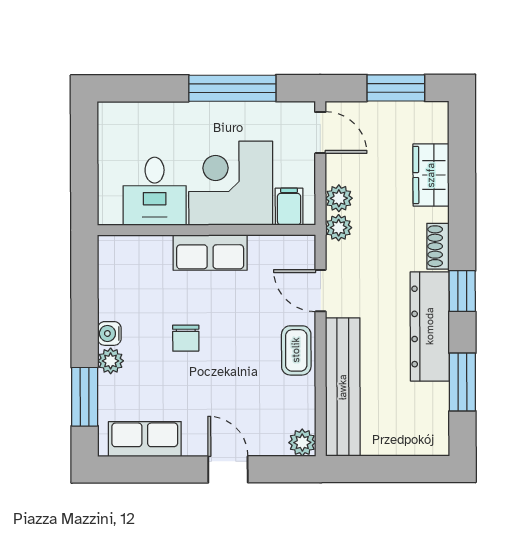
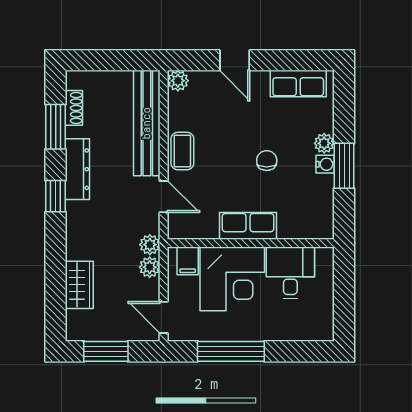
shoe rack: (438, 246) -> (74, 108), moved
dresser: (430, 326) -> (77, 169), width x0.73, depth x0.80
window: (85, 397) -> (344, 166), moved

